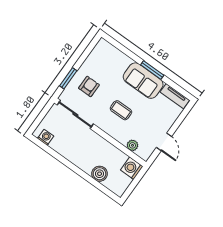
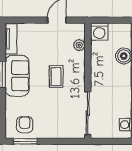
window: (68, 78) -> (25, 141), moved
armchair: (89, 86) -> (25, 125), moved, turned 90

